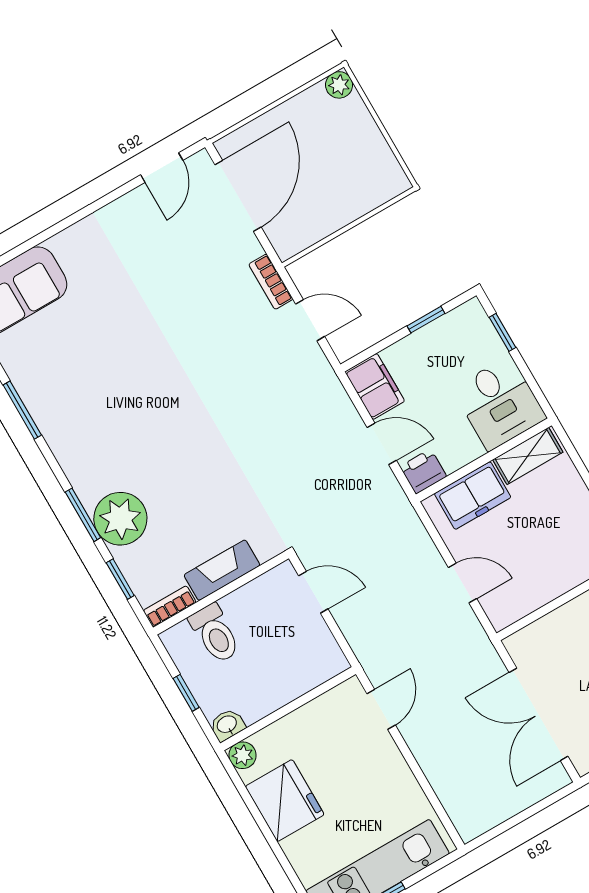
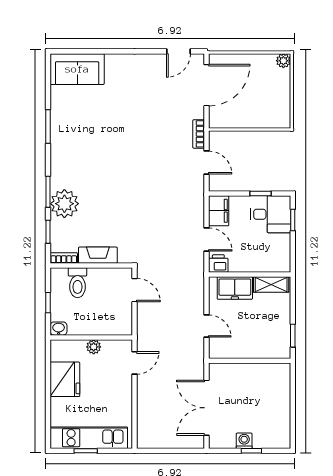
desk: (499, 403) -> (271, 214), moved, turned -90
plant: (243, 755) -> (94, 347), moved

